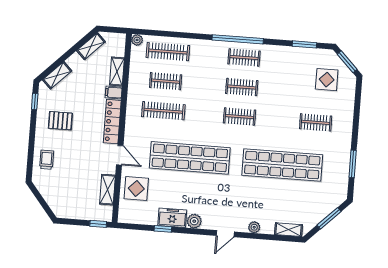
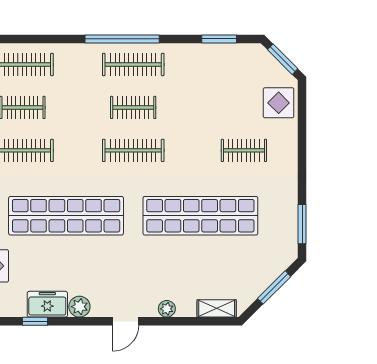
clothes rail: (244, 57) -> (133, 65), width x1.36
display table: (327, 80) -> (279, 103), moved
clothes rail: (239, 117) -> (133, 150), width x1.36
window: (353, 164) -> (302, 224), moved

